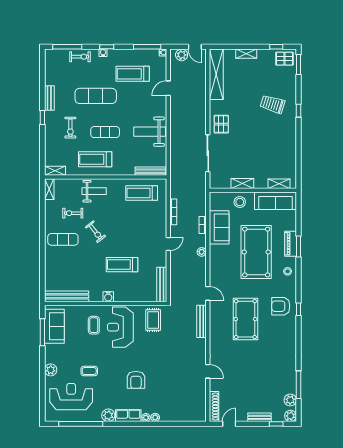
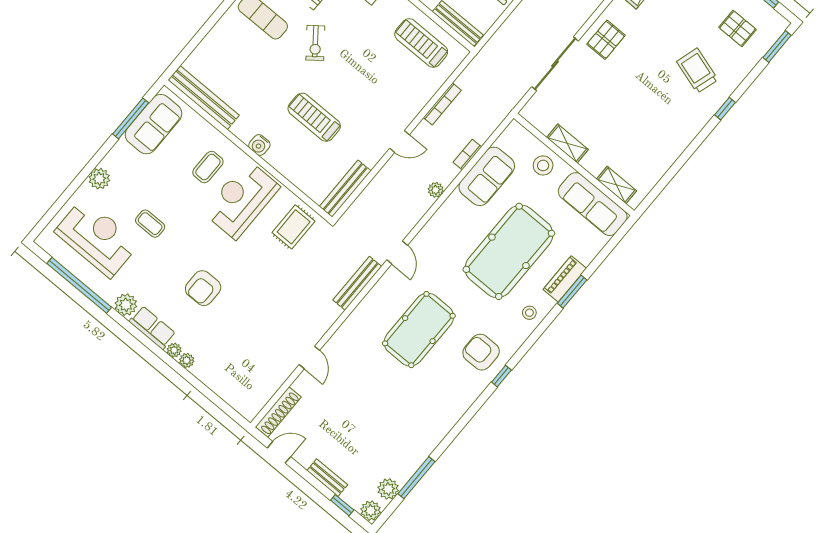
pallet: (284, 59) -> (737, 28), moved

